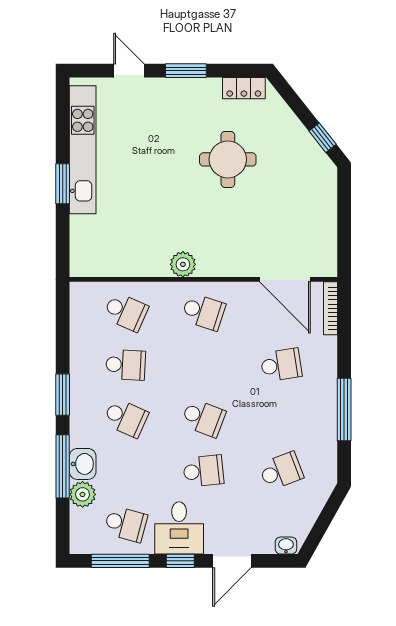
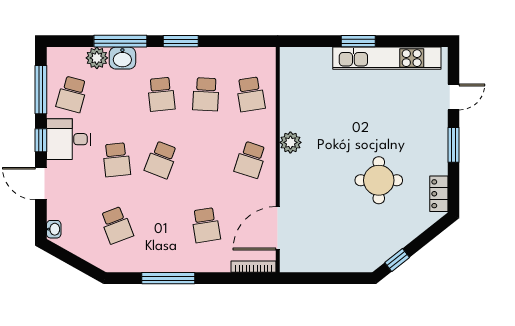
school desk: (126, 312) -> (250, 94), turned -33
school desk: (126, 418) -> (161, 94), turned -30

